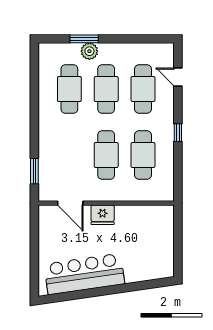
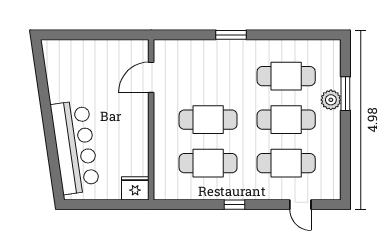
door: (178, 77) -> (300, 205), swing flipped
window: (34, 171) -> (231, 35), moved
fridge: (103, 215) -> (135, 188), moved, turned 90
bar counter: (84, 274) -> (75, 147), moved

